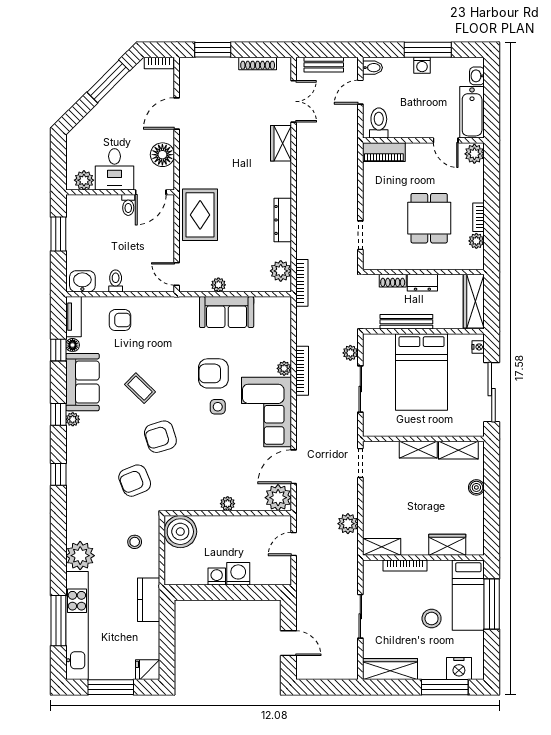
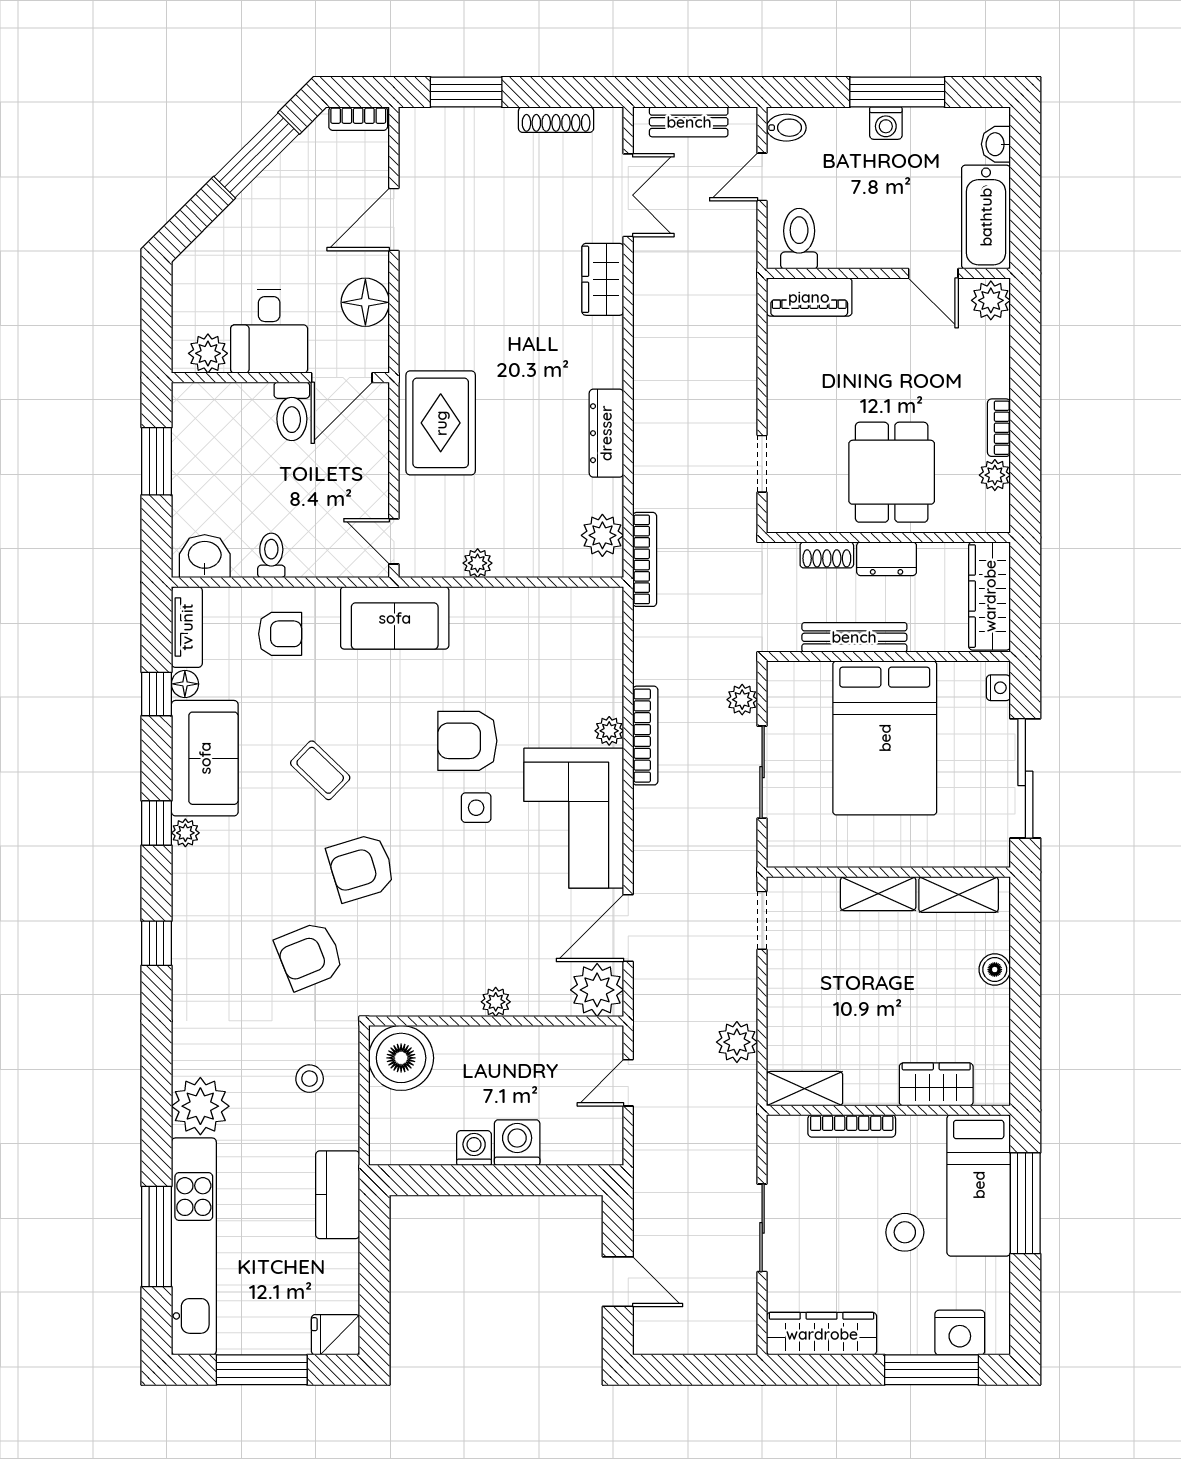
toilet: (128, 205) -> (292, 411), width x1.37, depth x1.39
dining table: (429, 218) -> (892, 472), moved
sofa: (227, 312) -> (395, 618), moved

